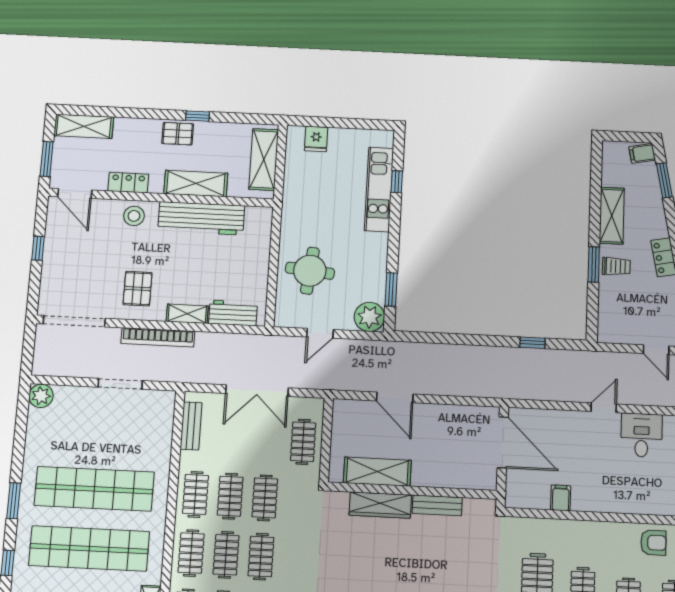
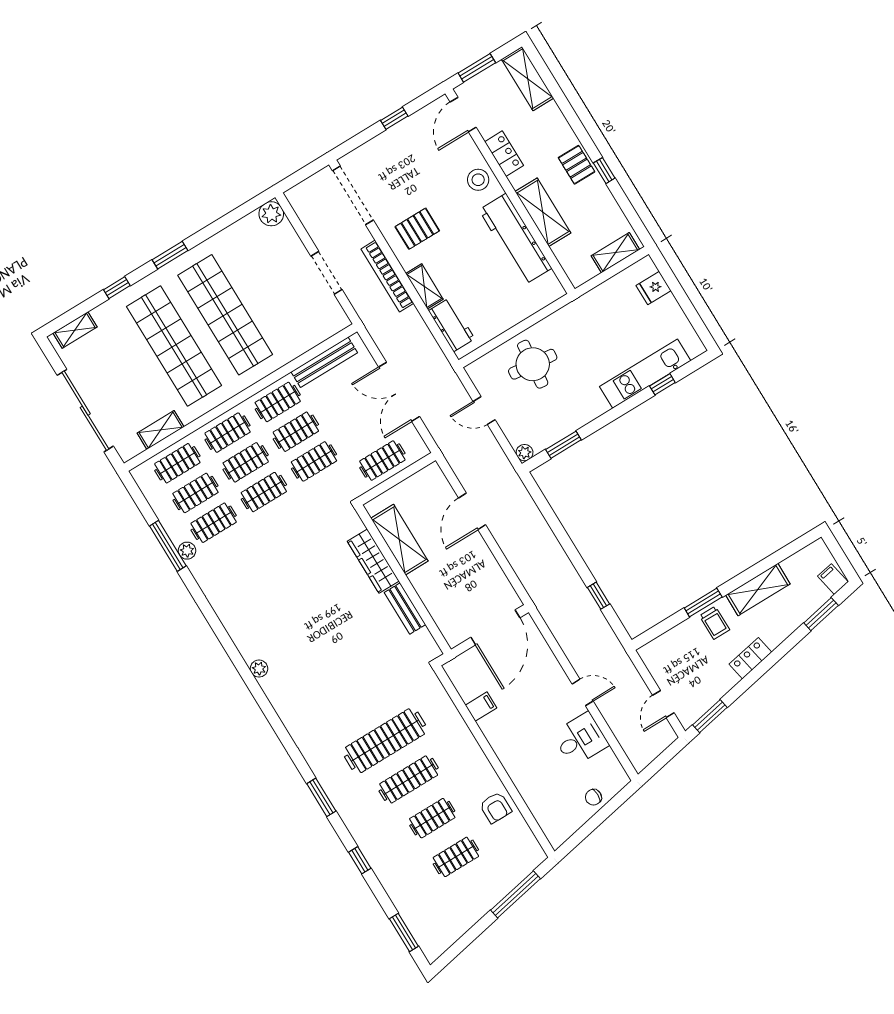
shelving: (264, 159) -> (615, 253), width x0.67, depth x0.75
plant: (369, 317) -> (525, 453), width x0.53, depth x0.53
bench: (191, 426) -> (324, 362), width x1.36

